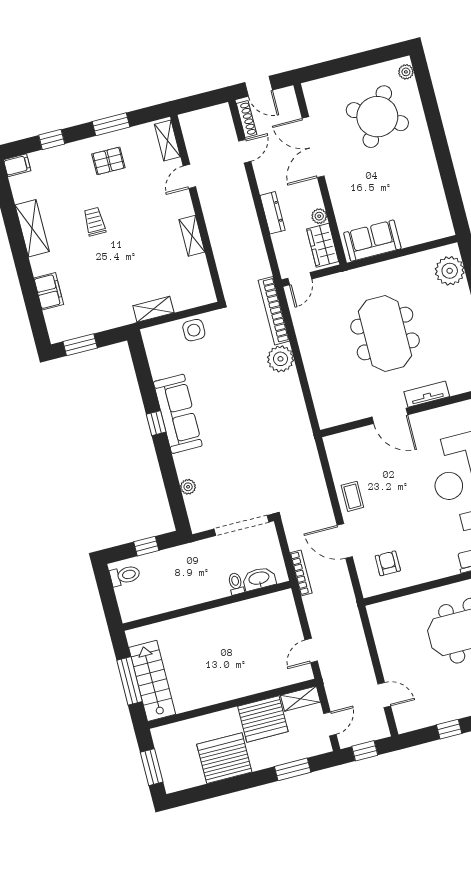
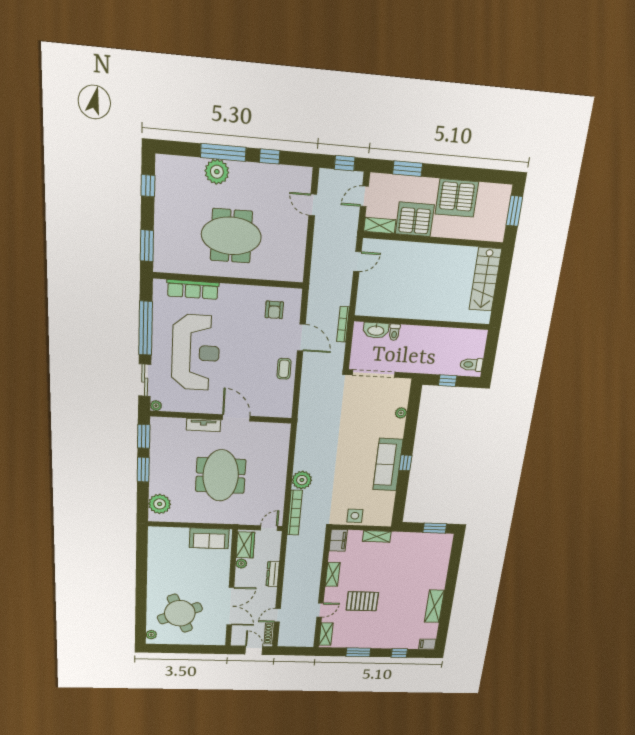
round table: (377, 117) -> (180, 613), turned 37
pallet: (108, 161) -> (362, 601), moved, width x1.50, depth x1.42
trolley: (95, 222) -> (393, 600), removed
filing cabinet: (49, 291) -> (338, 540), moved, turned 180
window: (129, 681) -> (502, 285), removed

